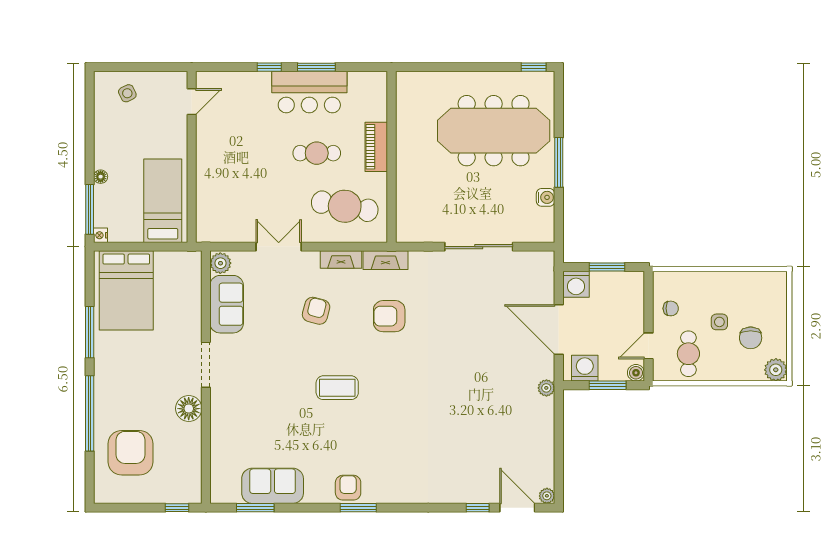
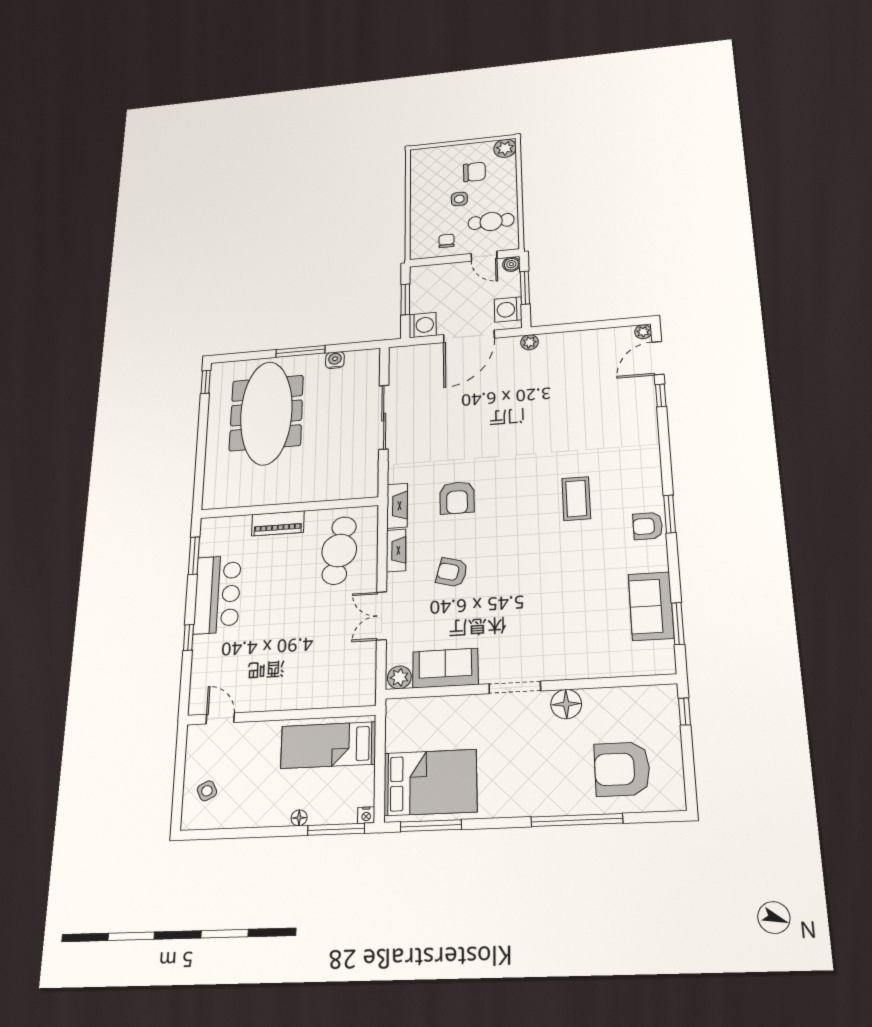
window: (316, 67) -> (194, 556), moved
cafe table: (317, 153) -> (282, 583), removed
window: (90, 332) -> (431, 826), moved
coffee table: (337, 388) -> (576, 499), moved

